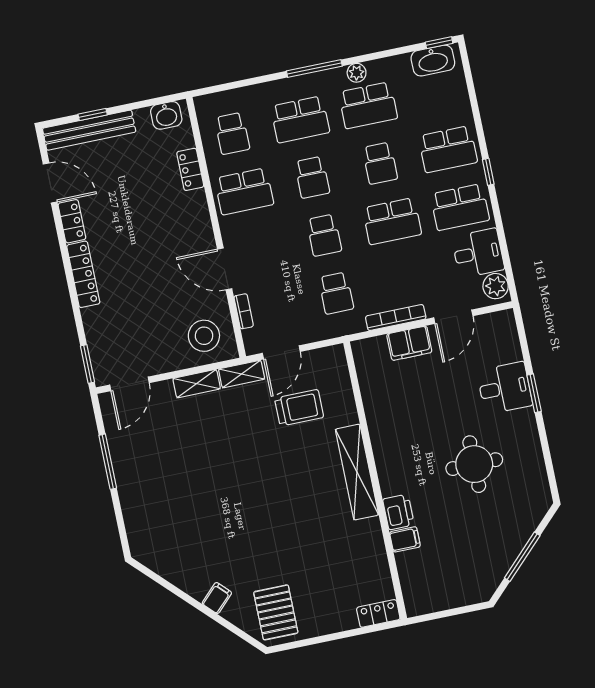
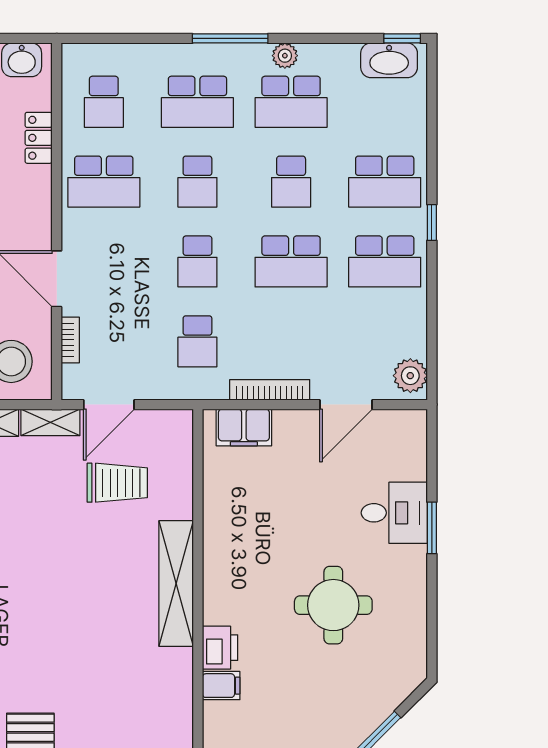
desk: (478, 253) -> (396, 327), removed
filing cabinet: (409, 343) -> (244, 428), moved

